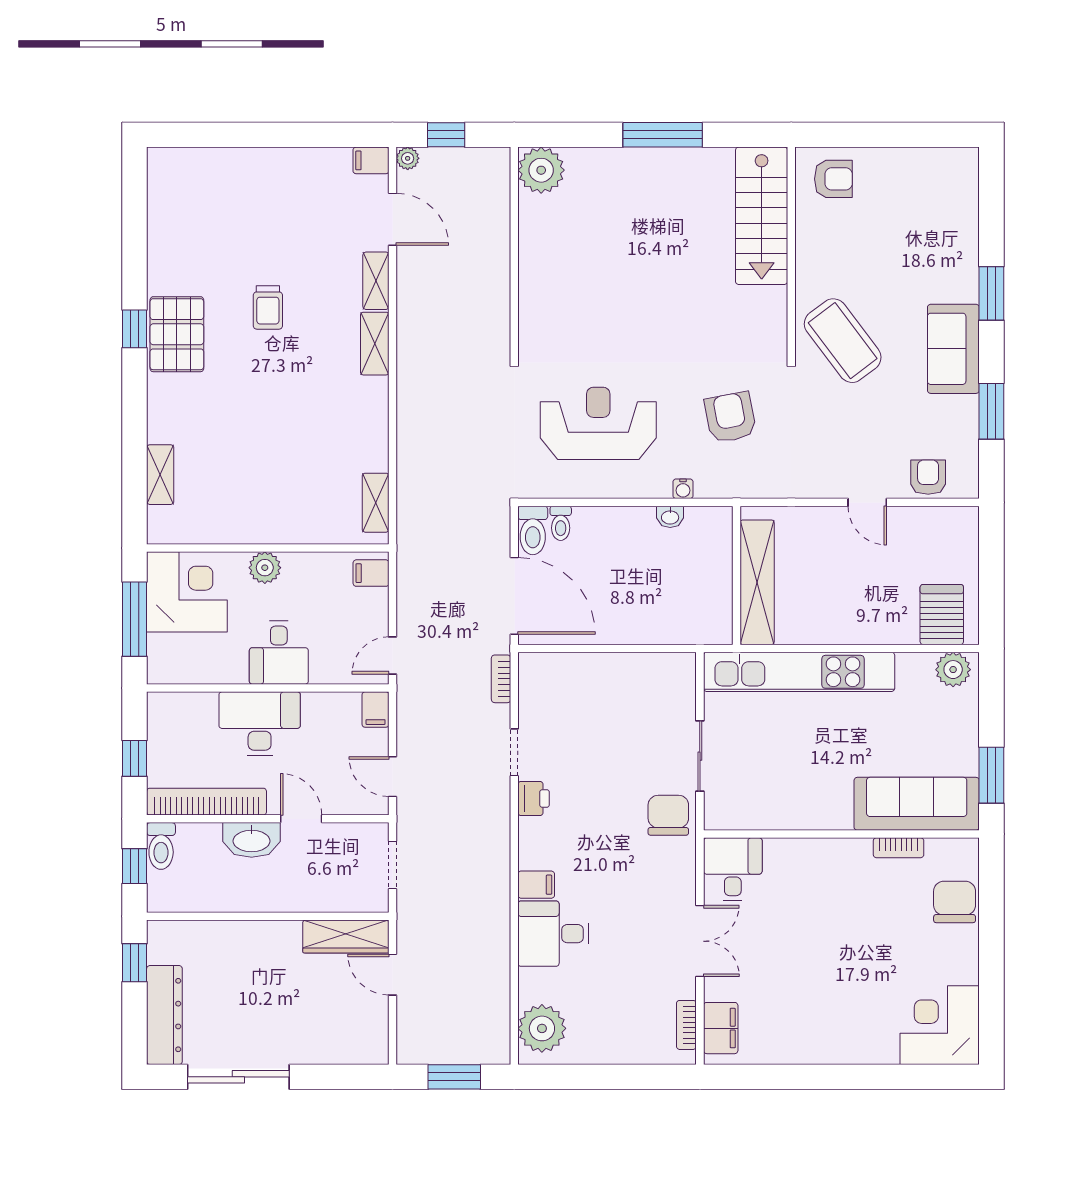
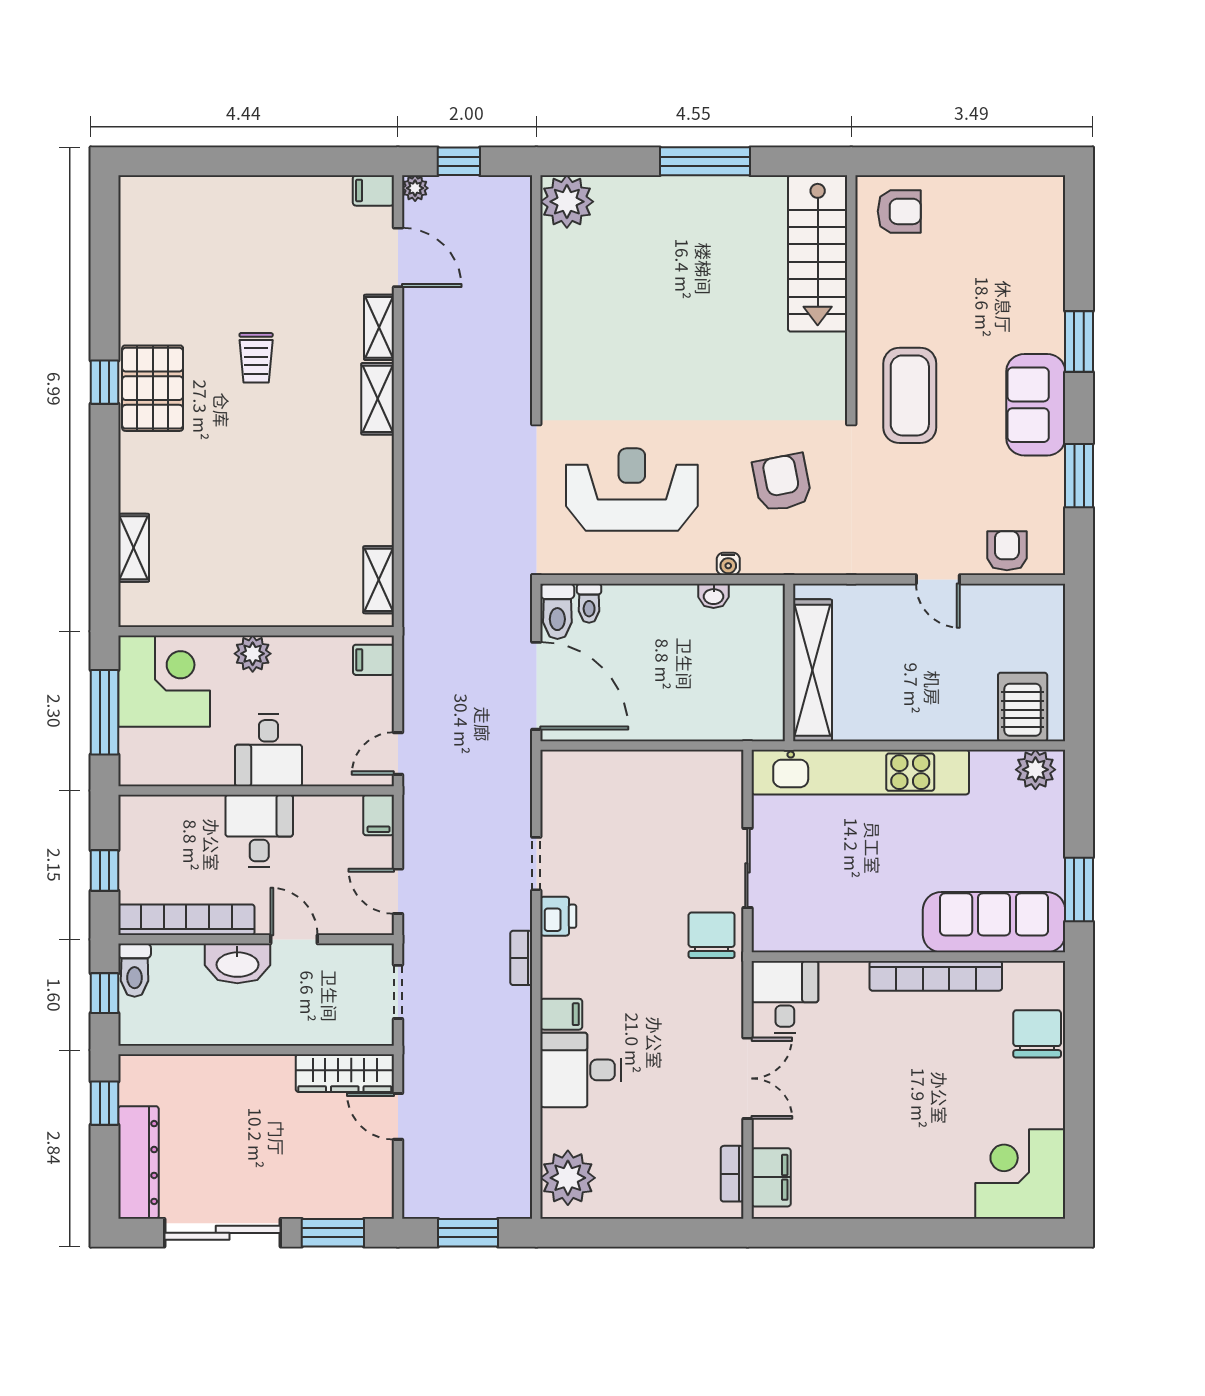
coffee table: (843, 341) -> (910, 395), turned 37
bookcase: (501, 679) -> (521, 958), moved
desk: (260, 724) -> (259, 831), width x0.73
bookcase: (899, 848) -> (936, 976), width x2.31, depth x1.31
window: (335, 1077) -> (333, 1233), added

